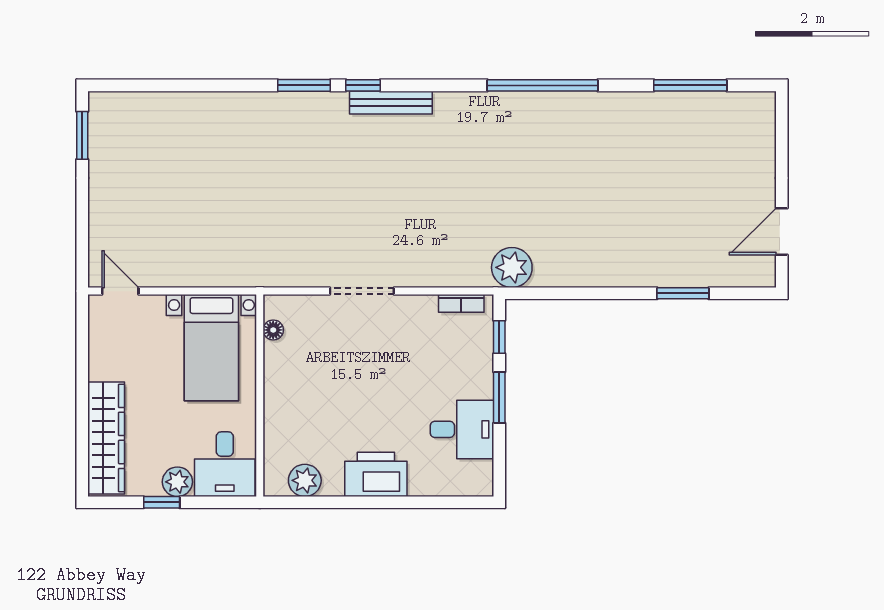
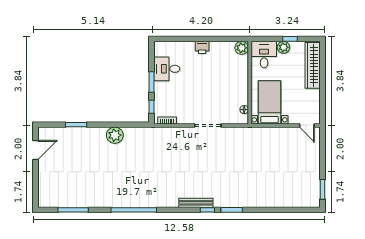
plant: (512, 267) -> (115, 135), moved
printer: (376, 474) -> (202, 47), width x0.53, depth x0.68
plant: (305, 480) -> (242, 48), moved

